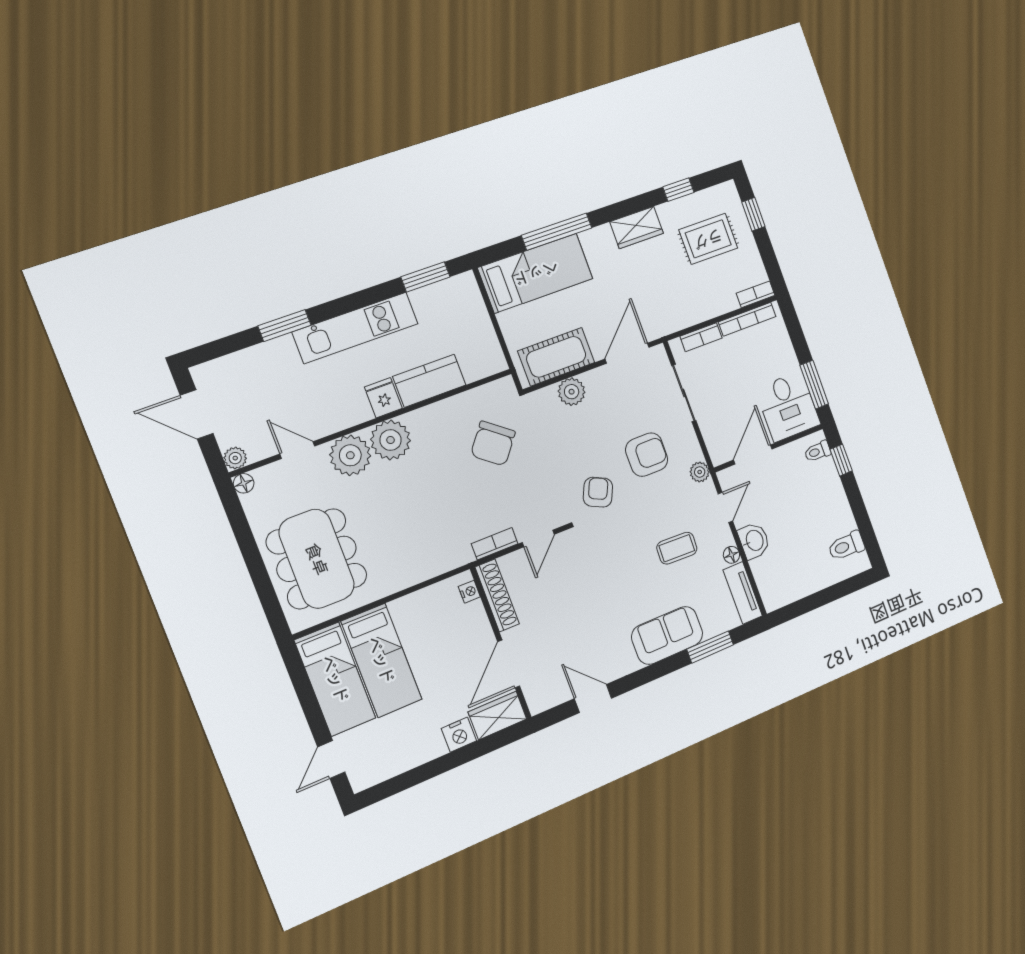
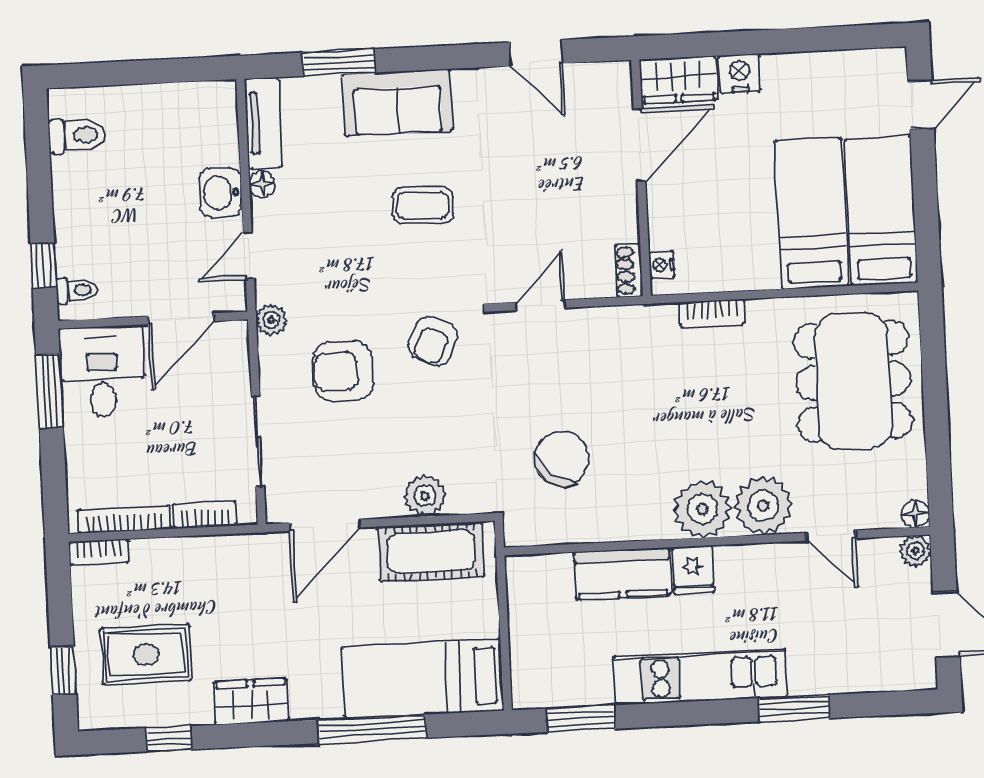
bookcase: (495, 544) -> (712, 313), moved
coffee table: (677, 548) -> (423, 206), moved
shoe rack: (497, 595) -> (629, 270), width x0.51, depth x0.81

